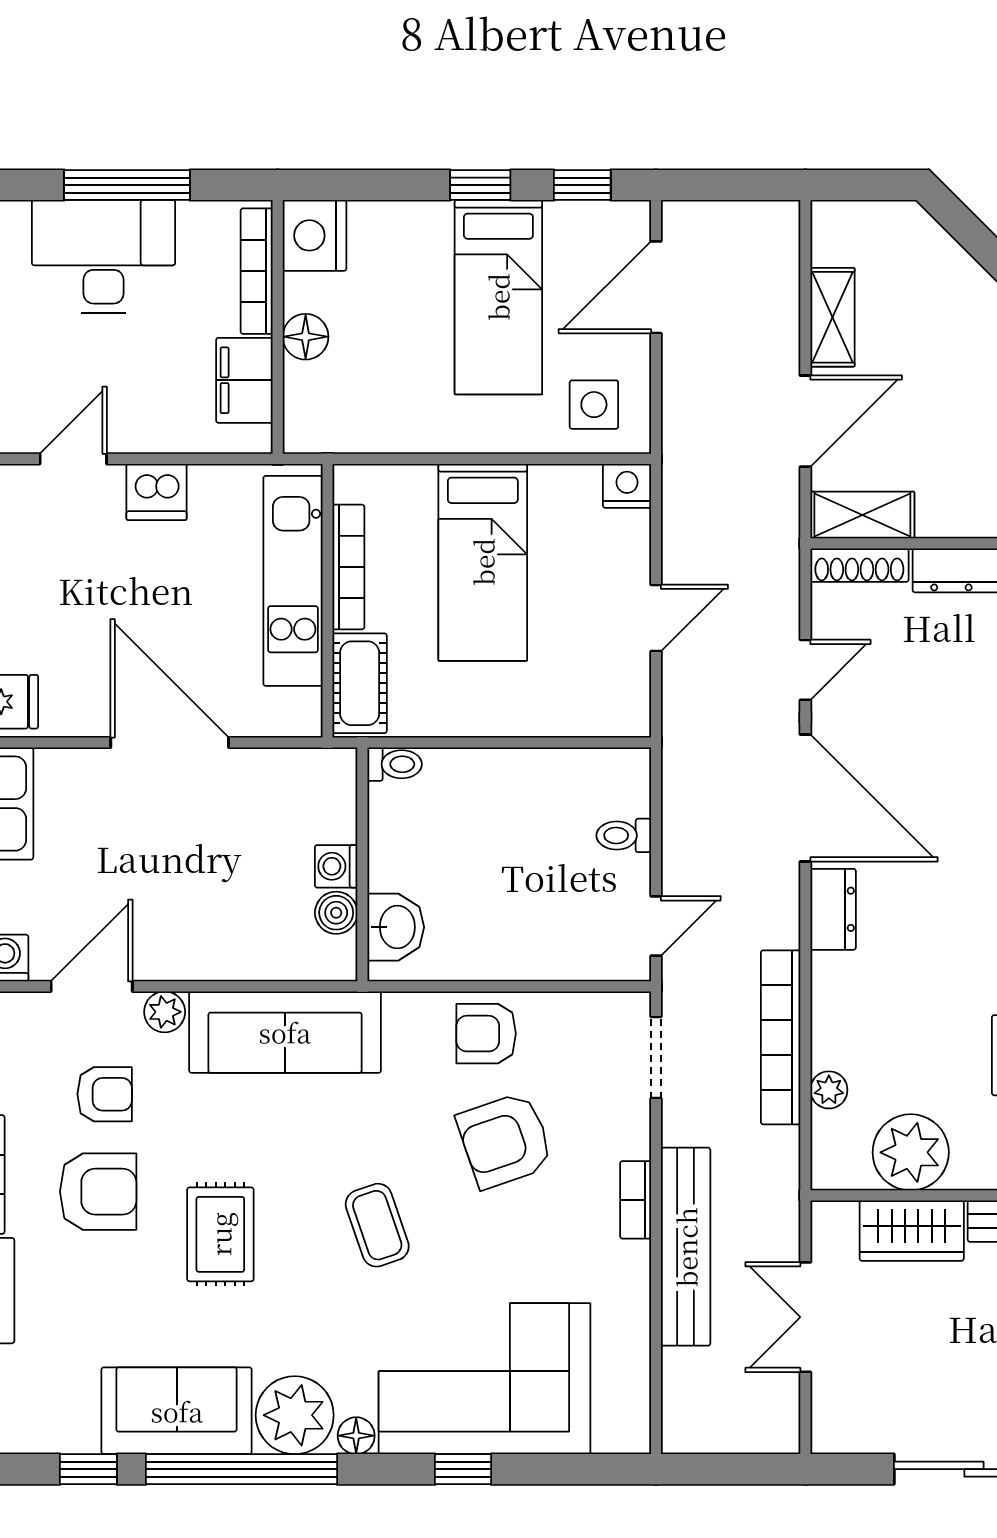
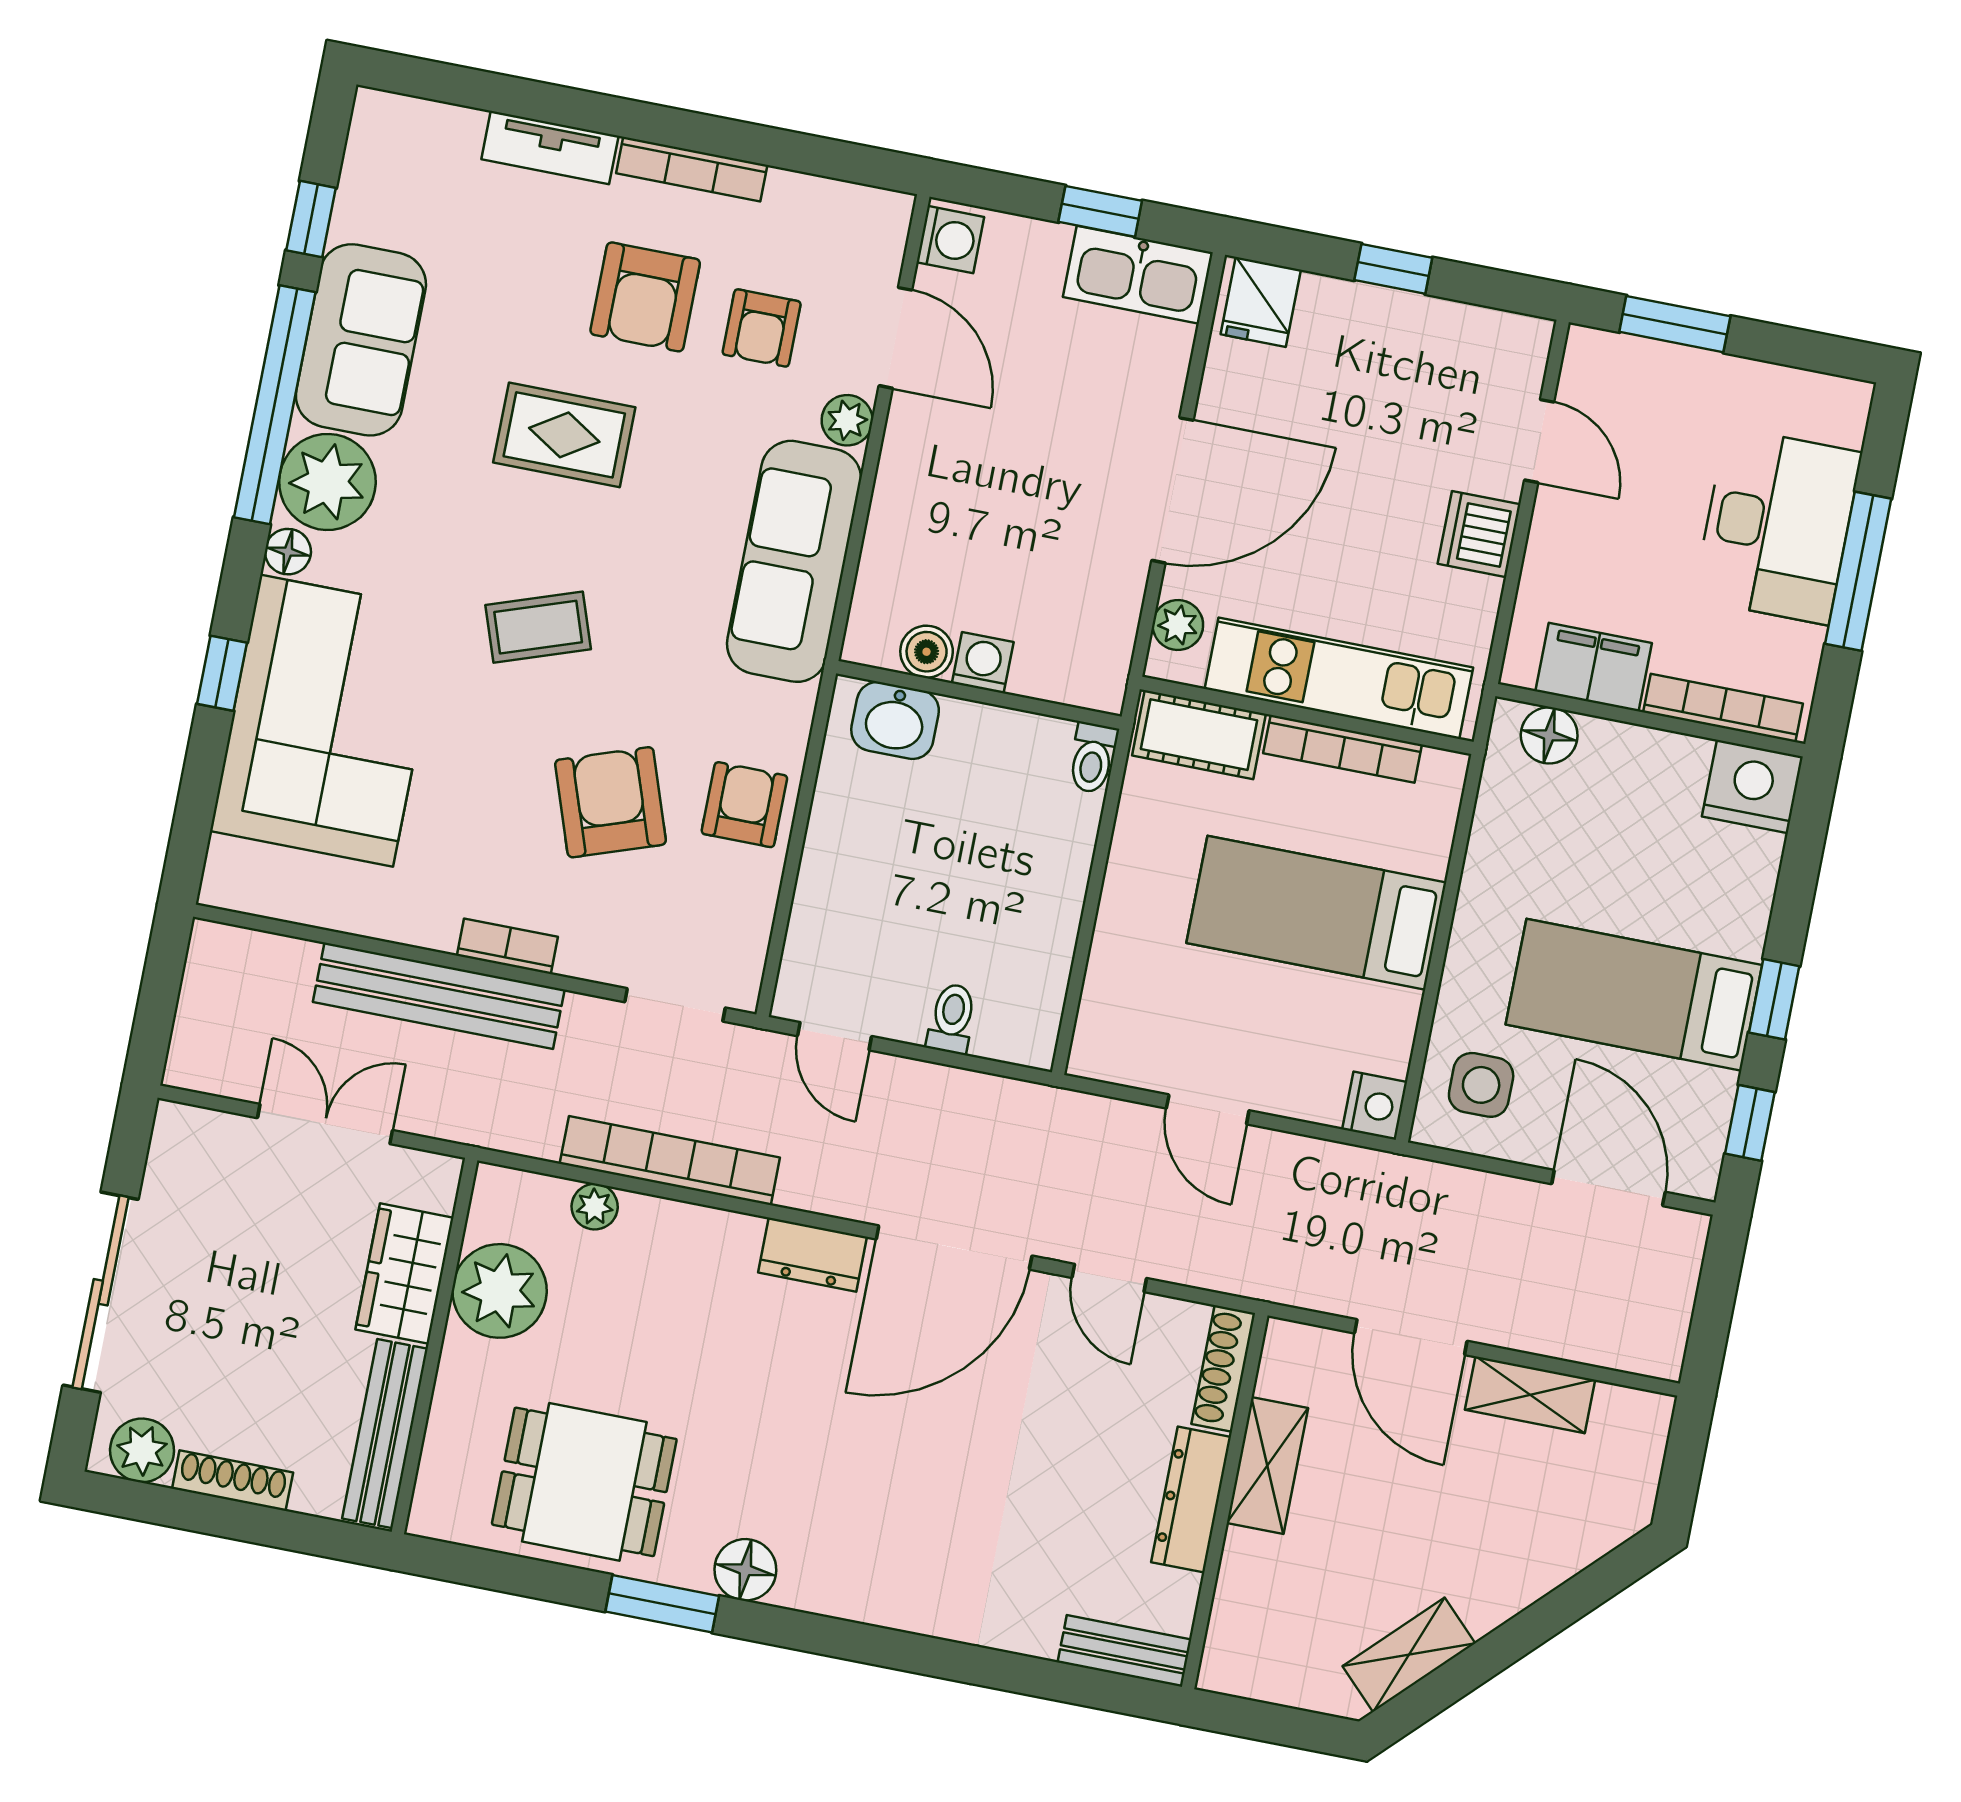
floor lamp: (306, 337) -> (1549, 735), moved
shelving: (862, 515) -> (1267, 1465), moved
plant: (276, 717) -> (1178, 625), added

